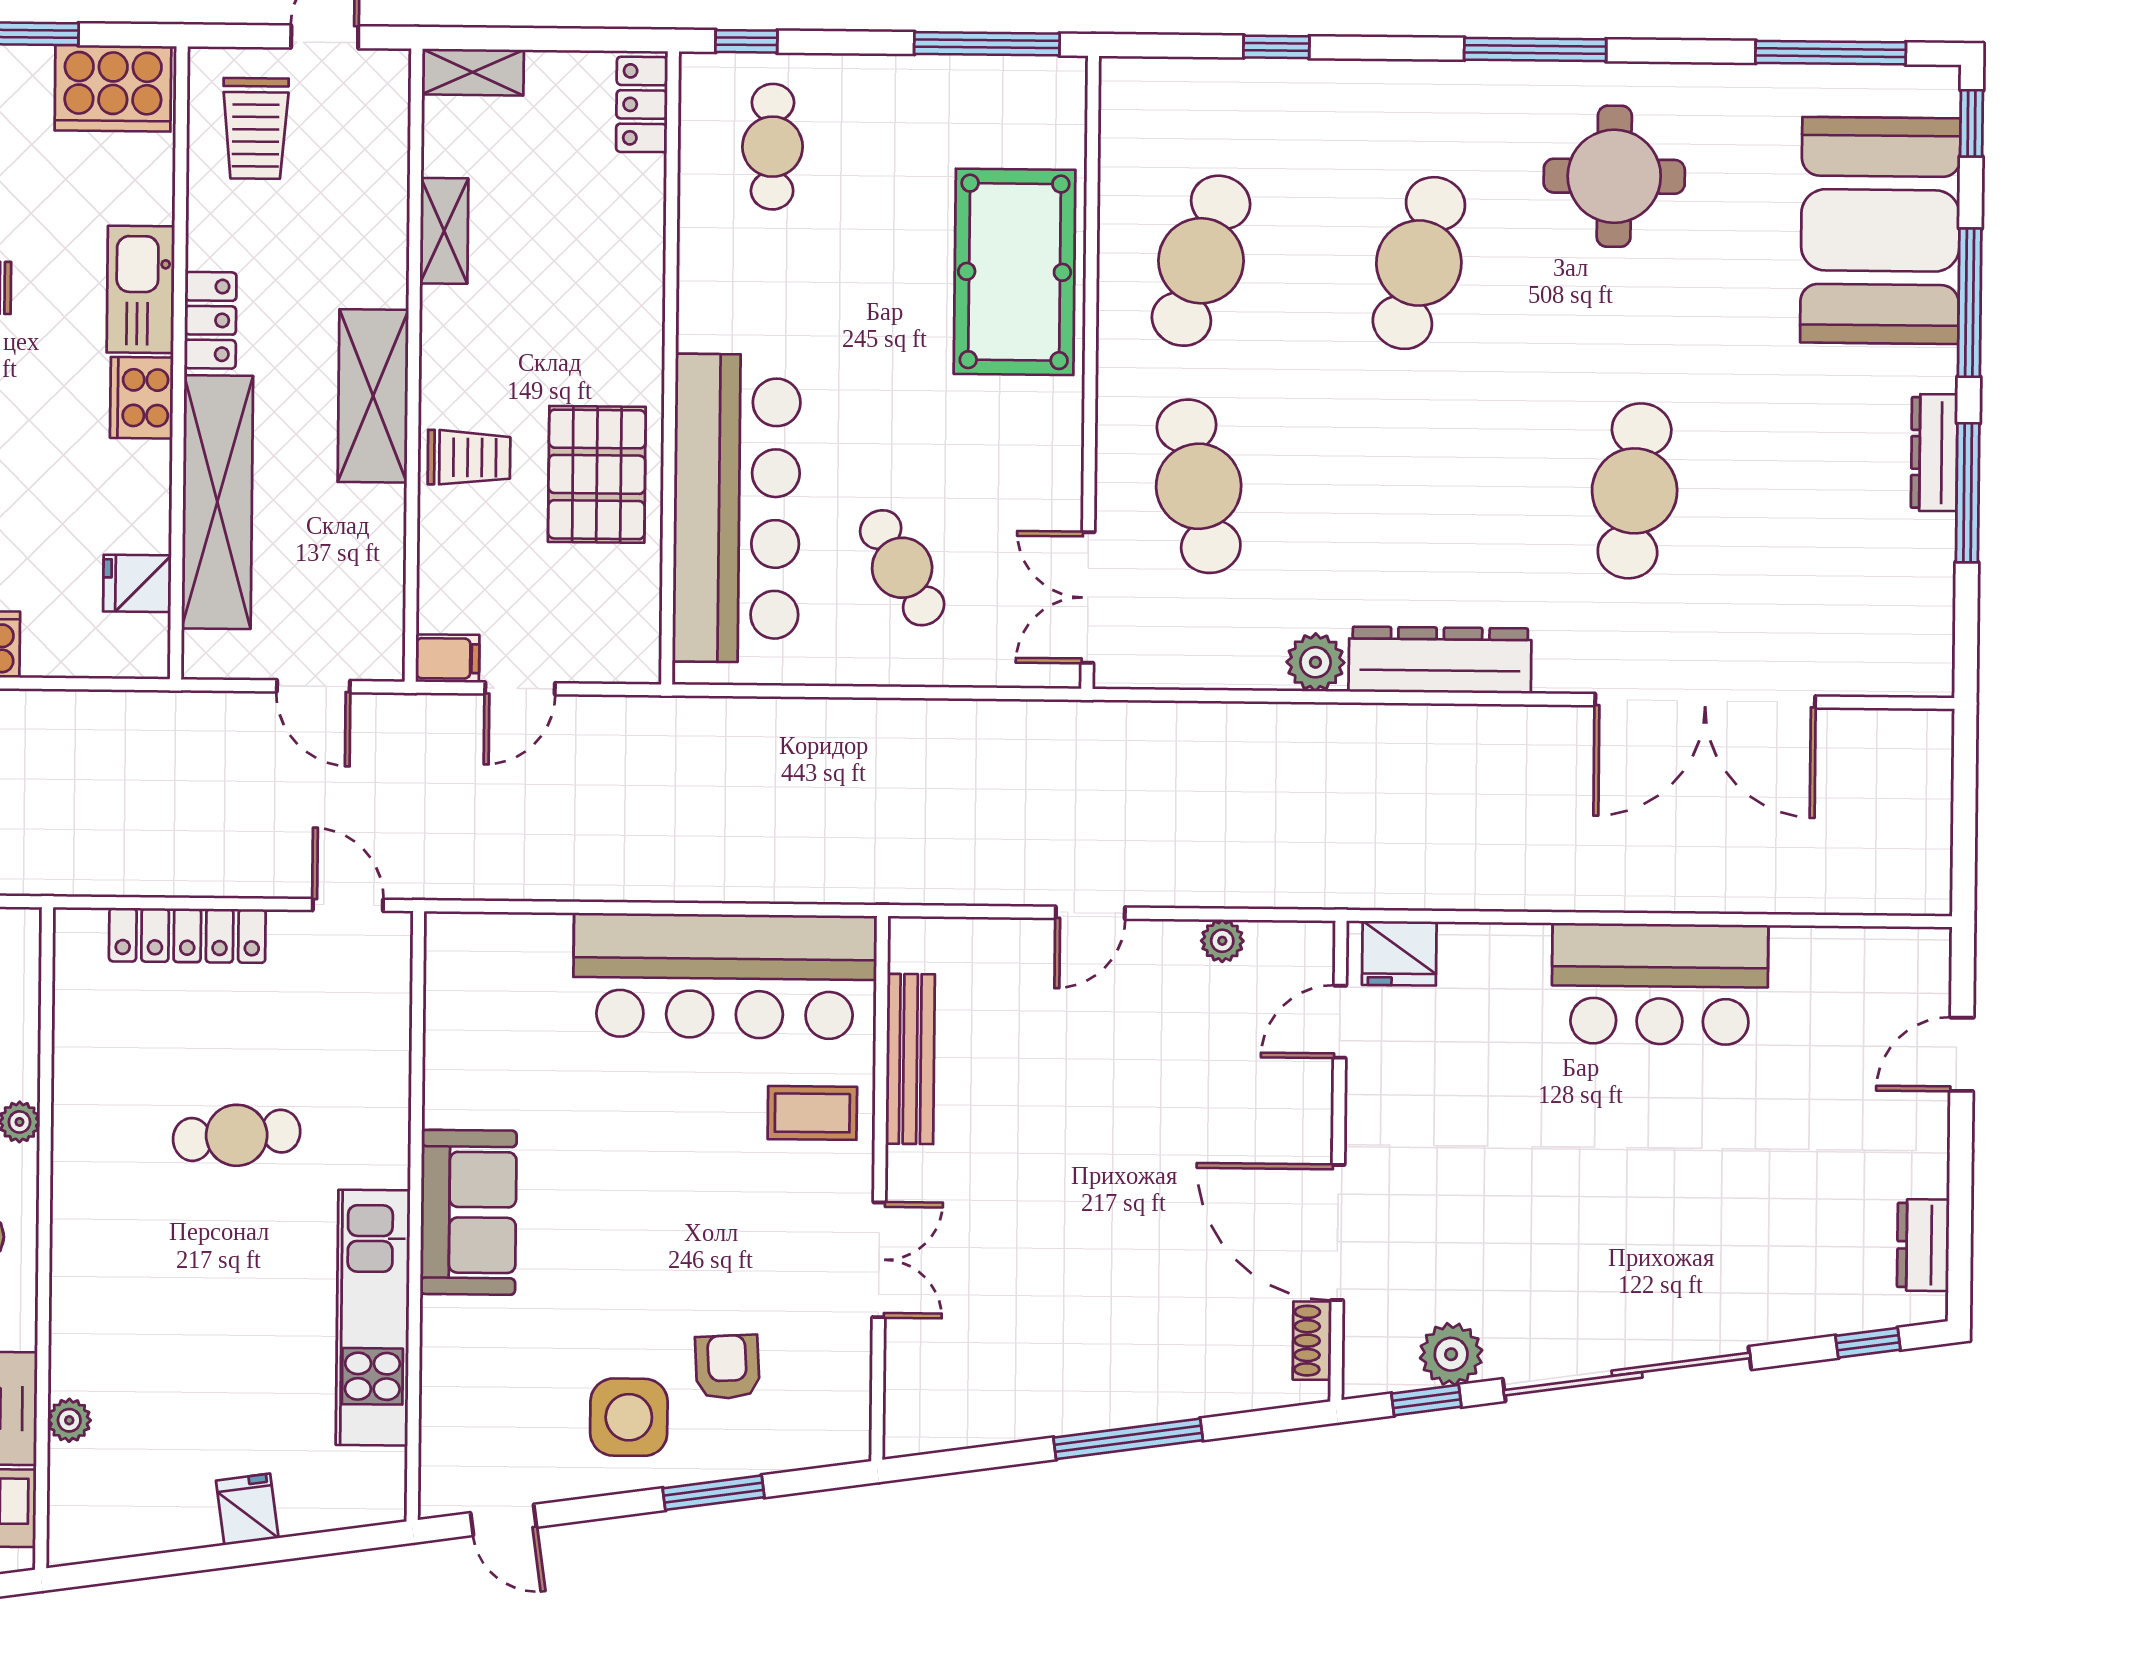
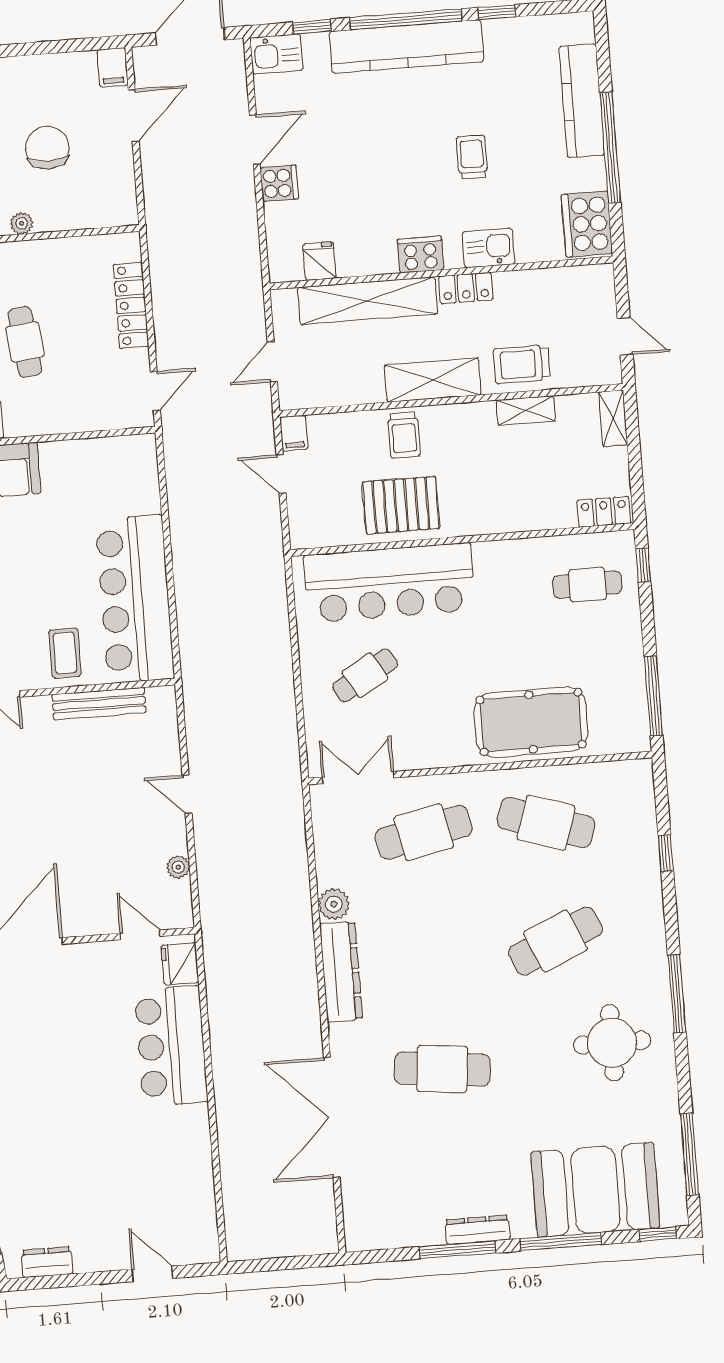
trolley: (256, 128) -> (522, 364), moved
cafe table: (1419, 263) -> (555, 941), turned -39
kitchen sink: (141, 289) -> (489, 248), width x0.73
bar counter: (1660, 984) -> (171, 1046), moved

